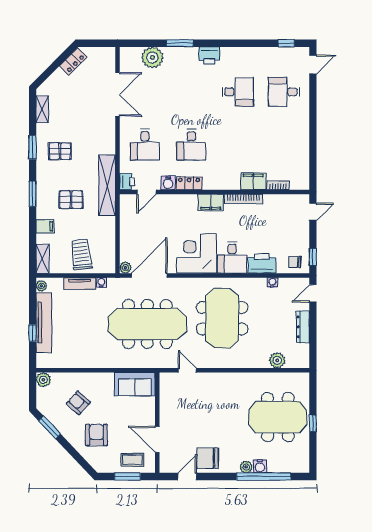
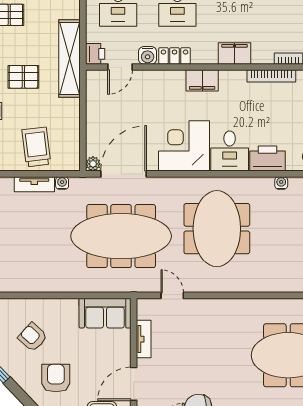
filing cabinet: (253, 181) -> (234, 53), moved
bookcase: (243, 199) -> (271, 76), moved
plant: (277, 360) -> (287, 283), removed
tv unit: (165, 404) -> (144, 339), added
door: (157, 439) -> (134, 384), hinge flipped

